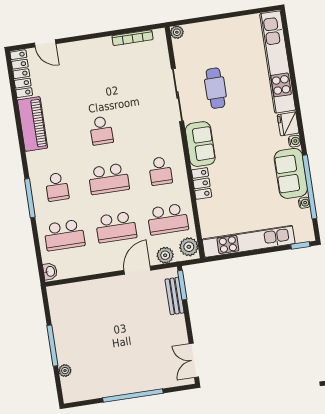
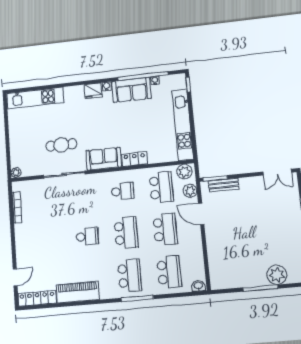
kitchen unit: (278, 62) -> (35, 98), width x0.73
school desk: (57, 187) -> (129, 275), width x1.85
plant: (65, 371) -> (277, 275), width x1.88, depth x1.88

